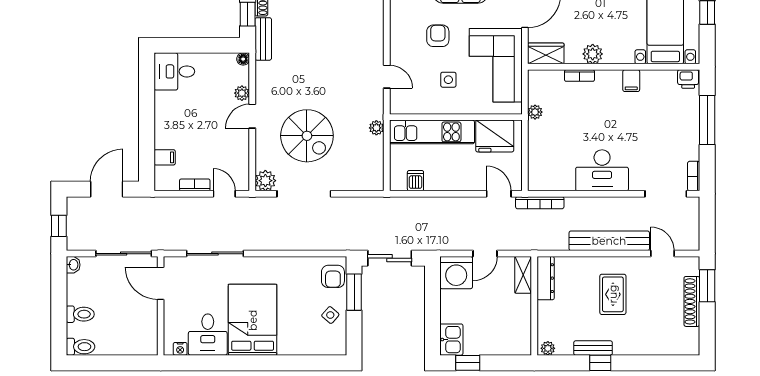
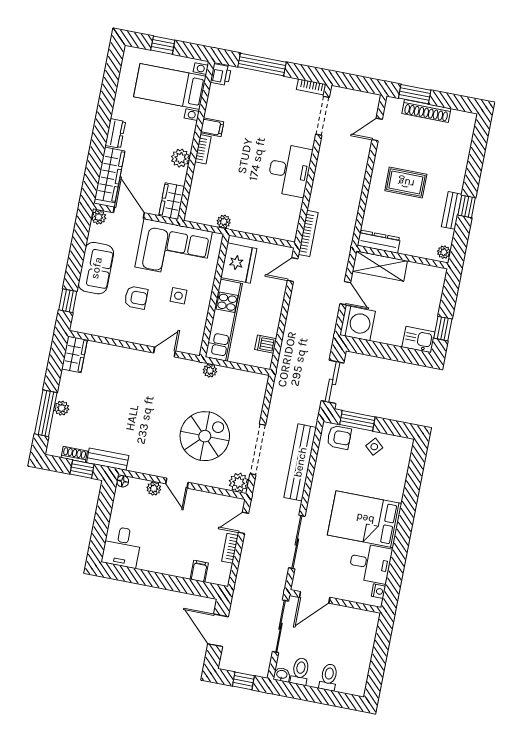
armchair: (438, 36) -> (136, 298), turned 180
bookcase: (579, 76) -> (203, 149), moved
bench: (609, 241) -> (300, 462), moved
shelving: (523, 275) -> (380, 266), width x1.50, depth x1.33
toilet: (81, 347) -> (300, 671), moved

